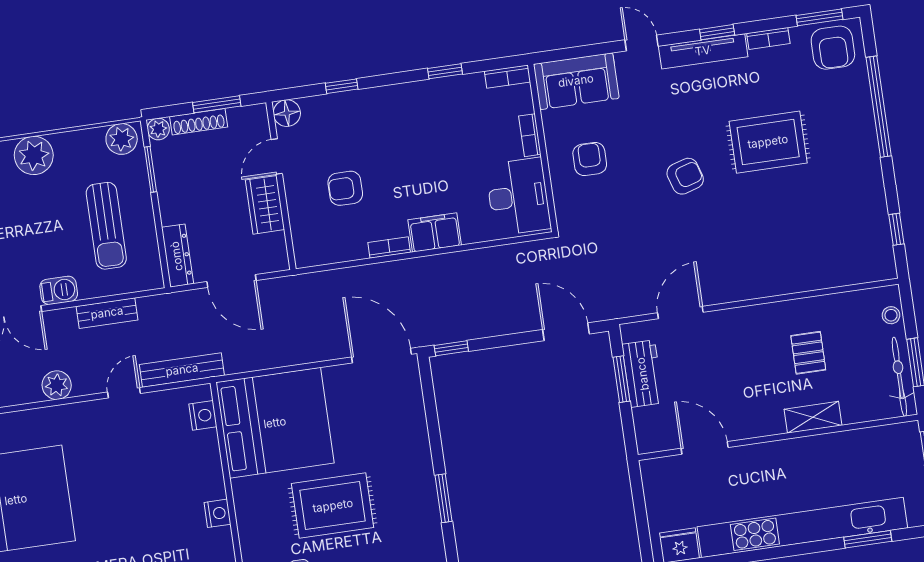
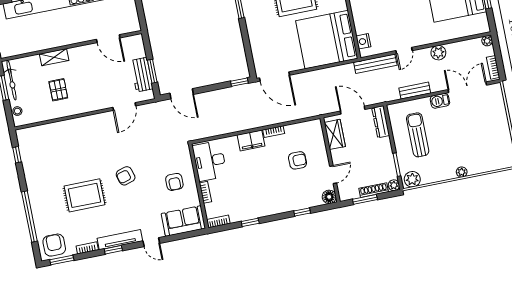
plant: (34, 155) -> (462, 172), width x0.53, depth x0.53
wardrobe: (265, 205) -> (335, 134), moved

